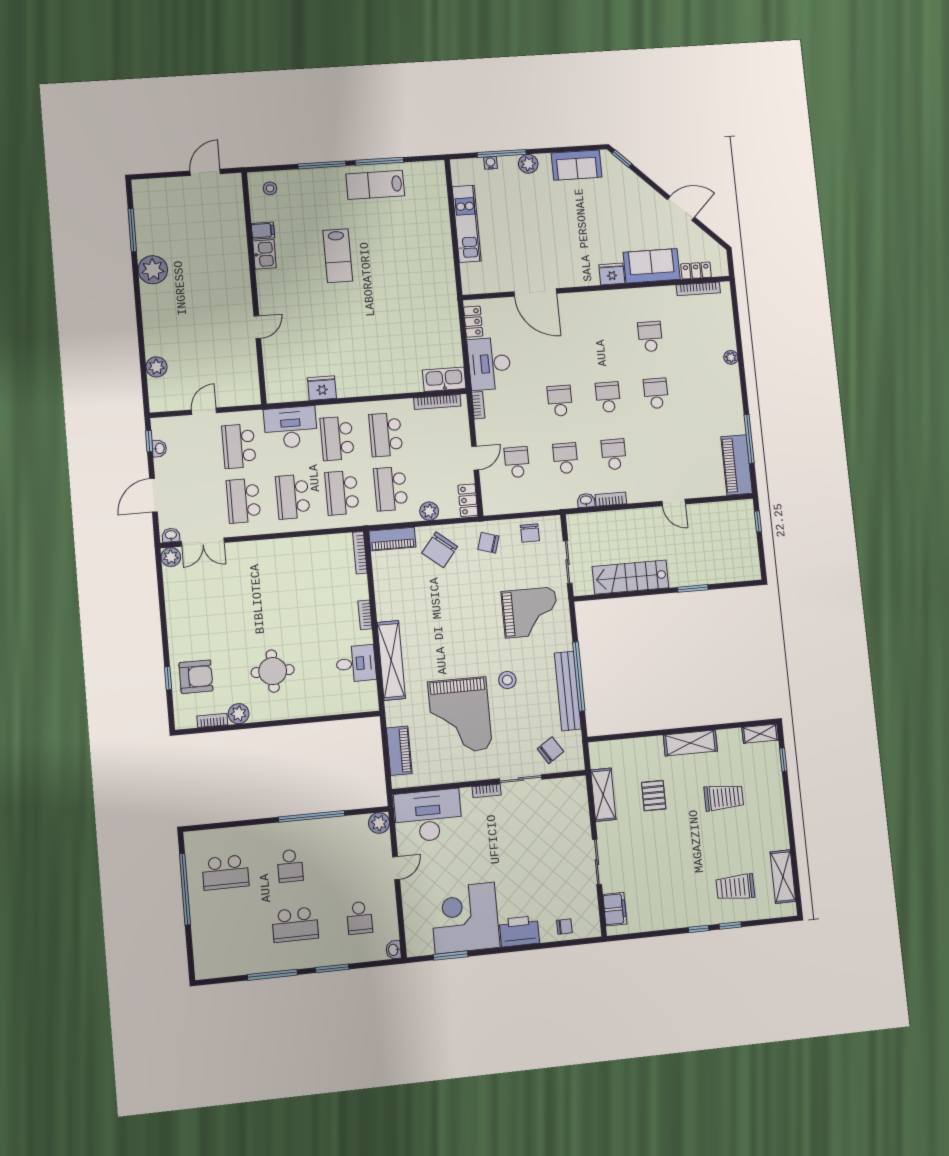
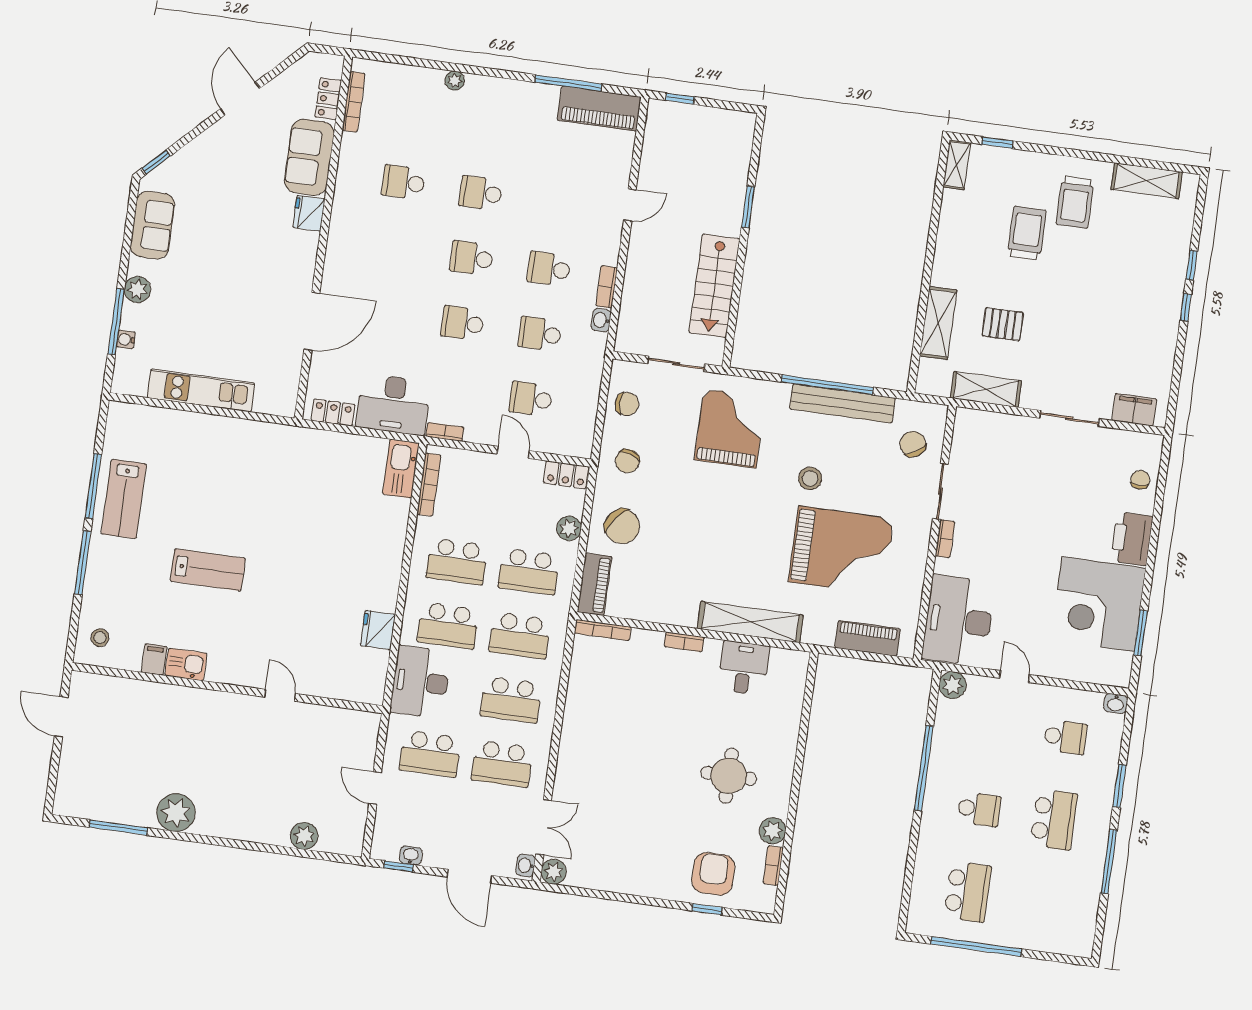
shelving: (690, 743) -> (938, 323), moved
trolley: (735, 887) -> (1075, 202), moved

